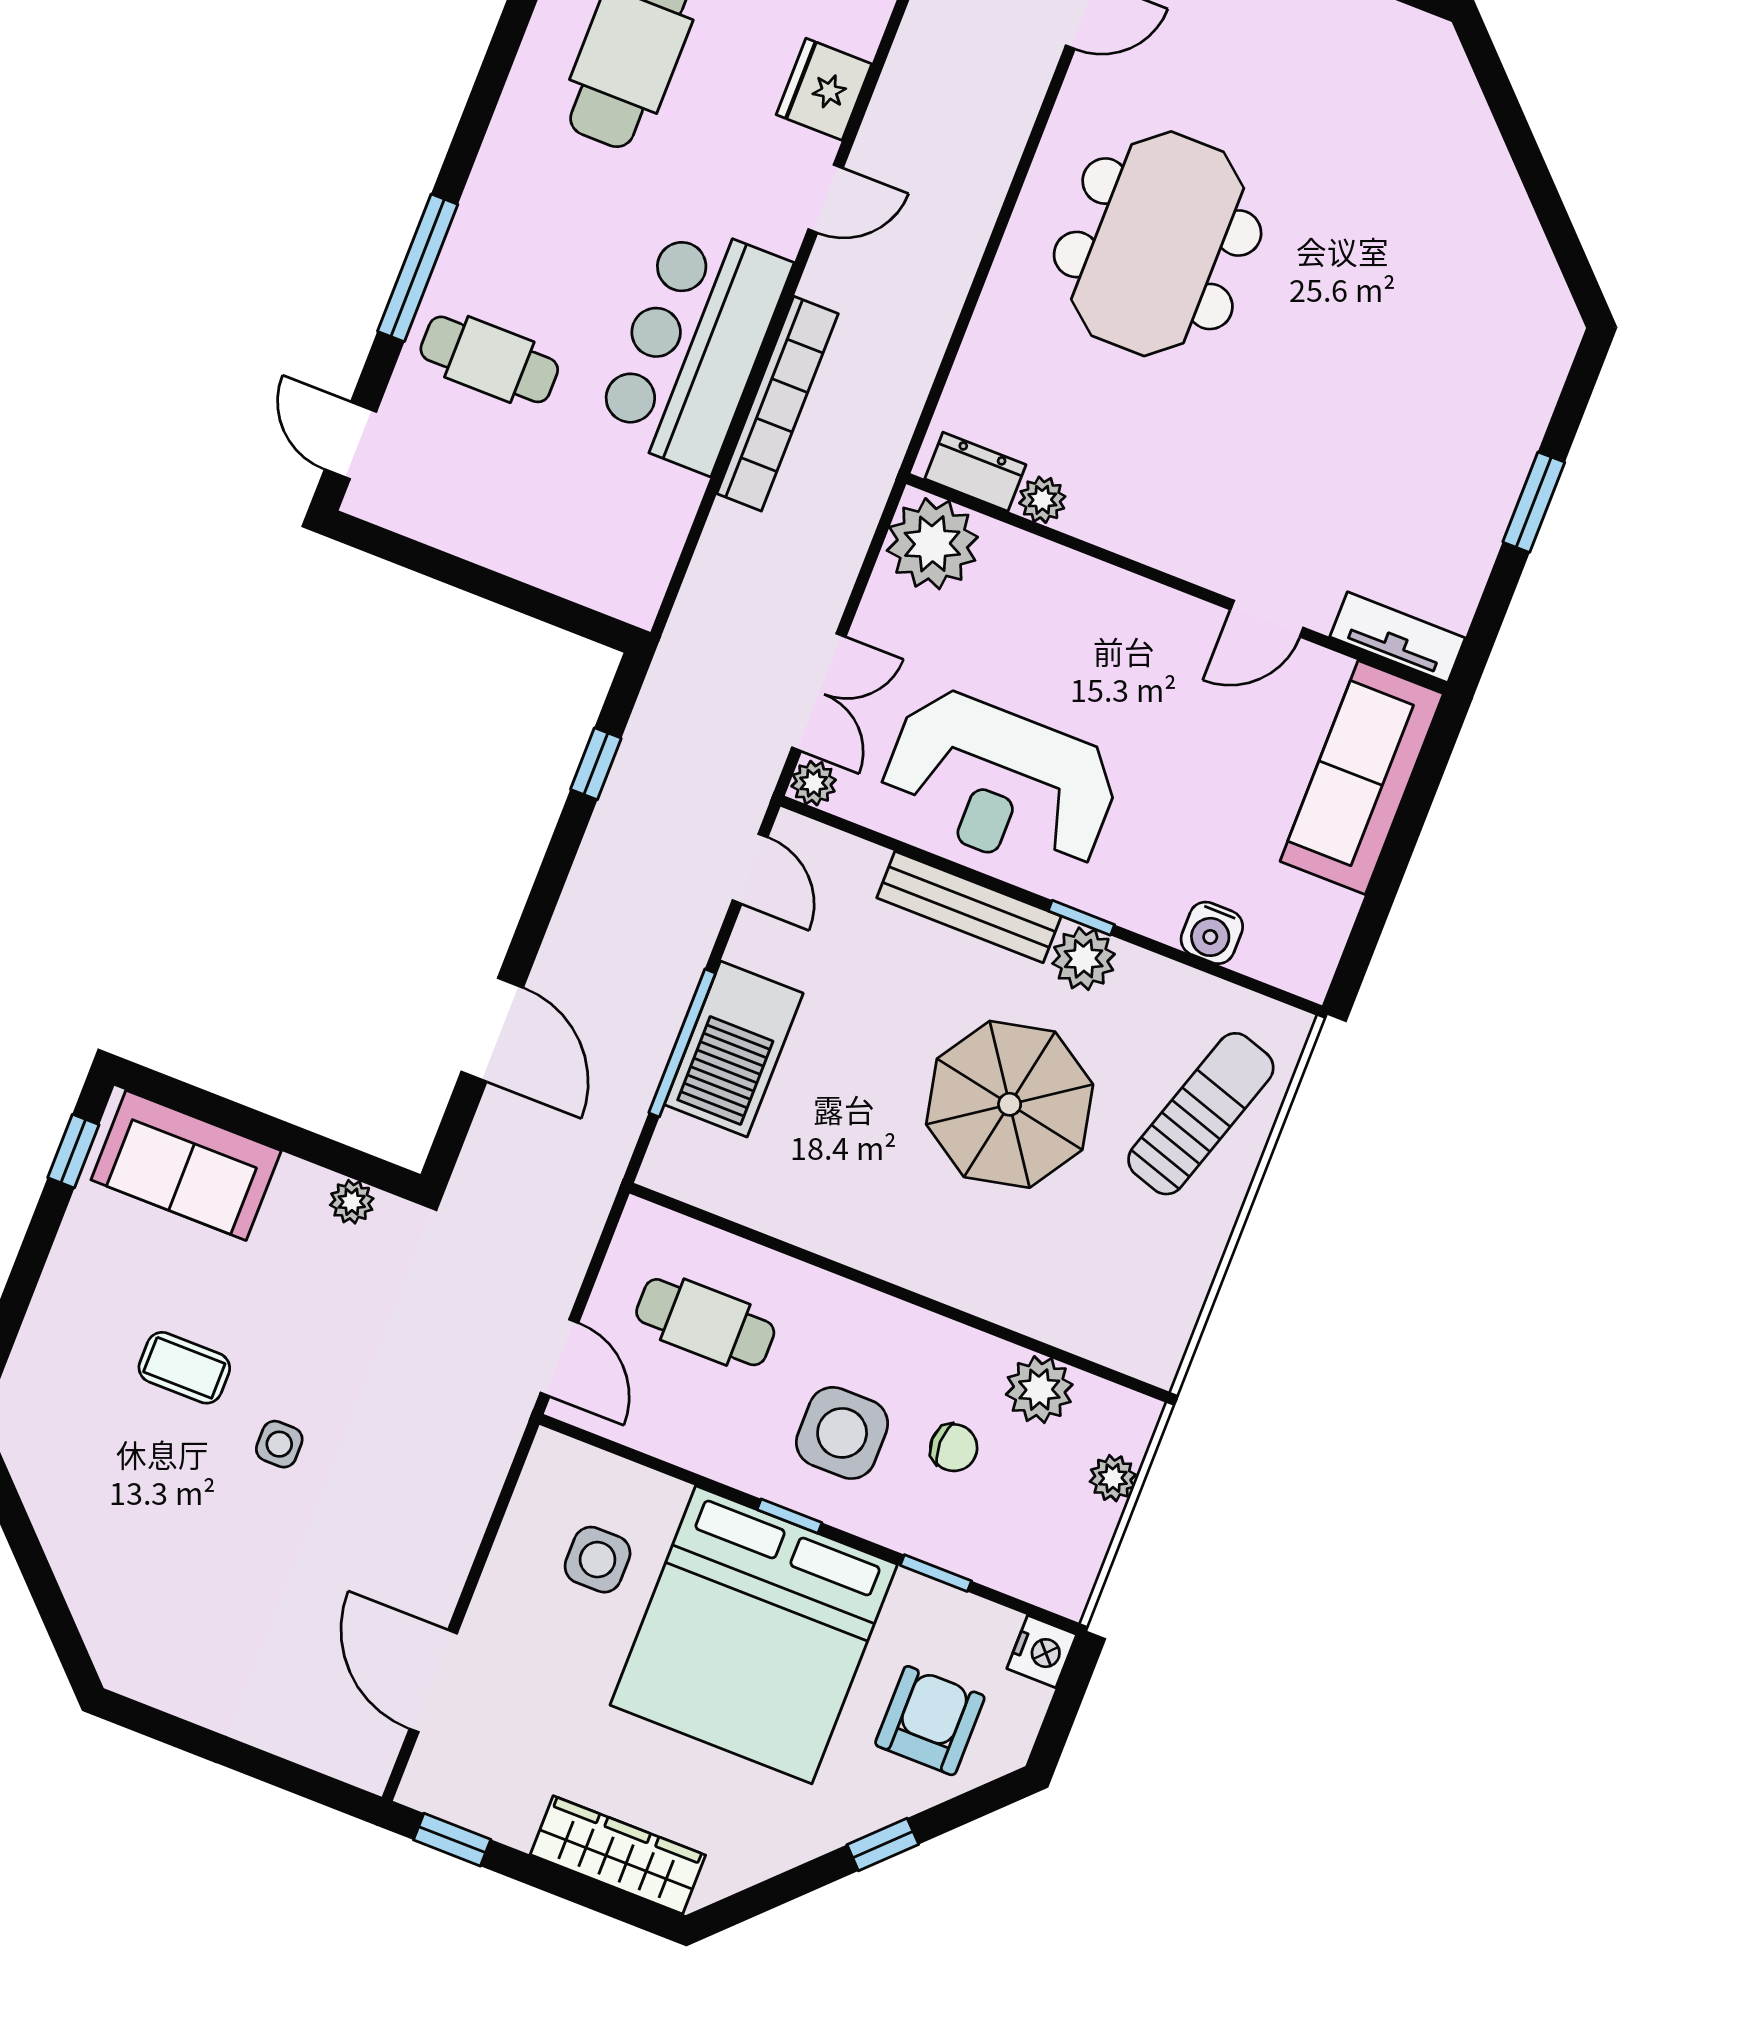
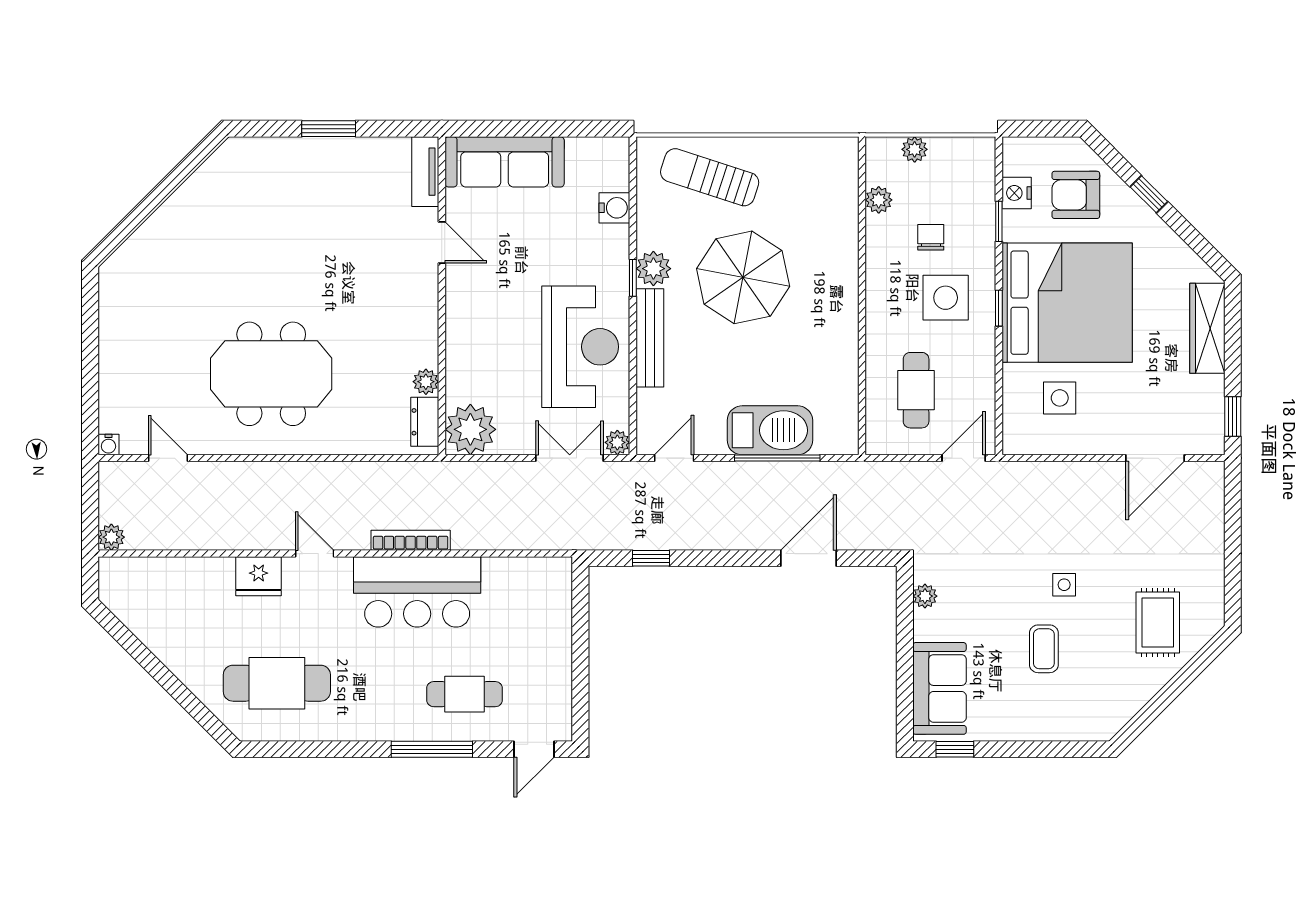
cafe table: (489, 359) -> (465, 694), turned 90
bookcase: (778, 404) -> (411, 540), width x0.68, depth x0.76
plant: (1039, 1390) -> (879, 200), width x0.73, depth x0.73
rug: (154, 1577) -> (1158, 622), added
nightstand: (1042, 1651) -> (1017, 193), moved, turned -90

